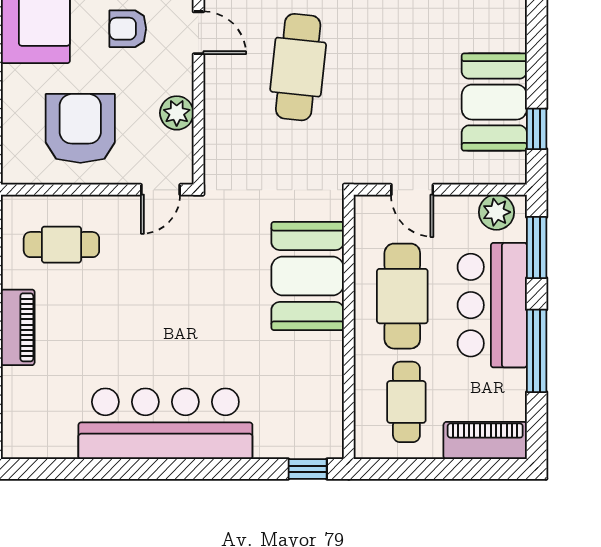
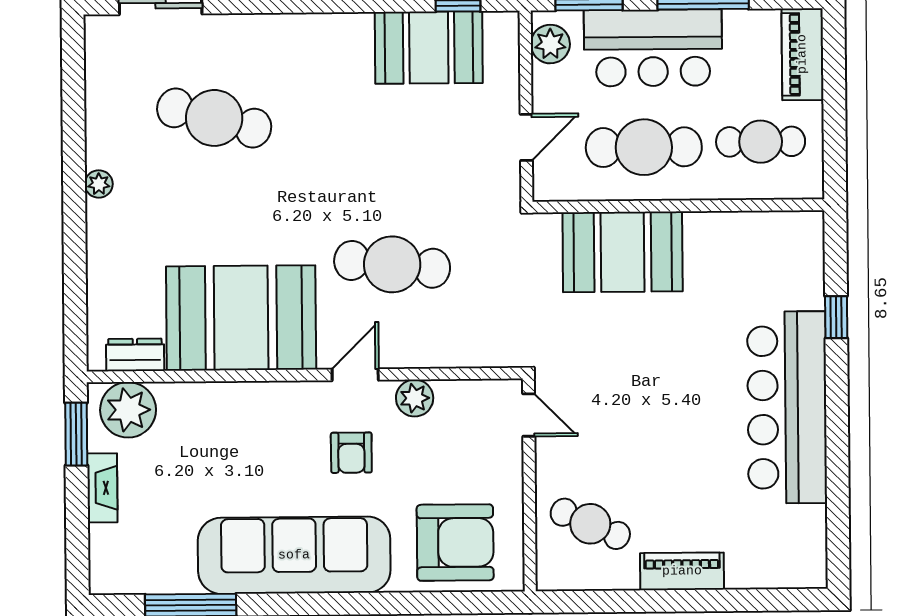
plant: (177, 113) -> (415, 398), moved
armchair: (80, 128) -> (455, 543), moved, turned 180
cafe table: (61, 245) -> (590, 524), turned -66
window: (308, 469) -> (836, 317), moved

